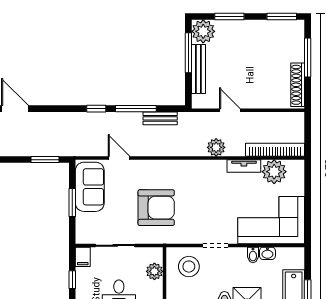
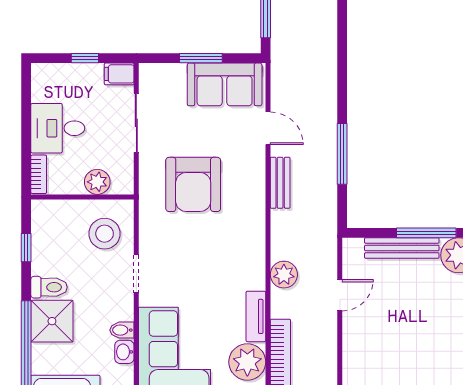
window: (96, 109) -> (342, 94), removed
bench: (160, 118) -> (280, 183), moved
door: (119, 158) -> (268, 128), hinge flipped

